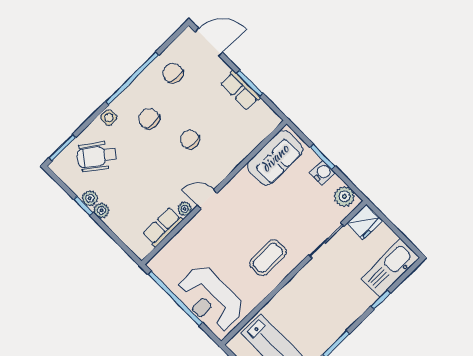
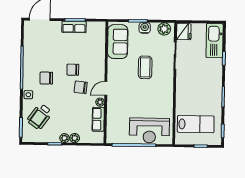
chair: (173, 73) -> (81, 87), moved
plant: (90, 198) -> (75, 138), moved
coffee table: (268, 258) -> (145, 67), moved

